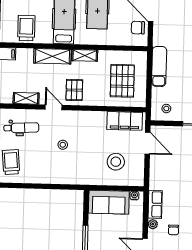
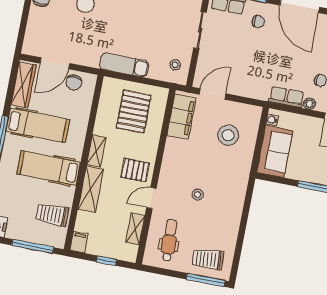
pallet: (122, 81) -> (134, 111), turned 90

